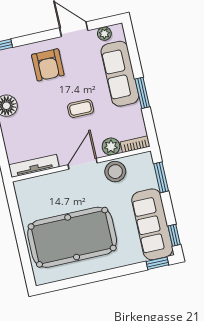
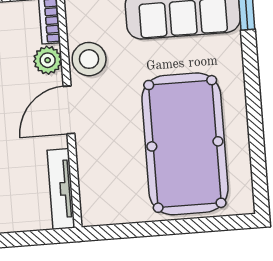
door: (83, 164) -> (69, 110), hinge flipped

